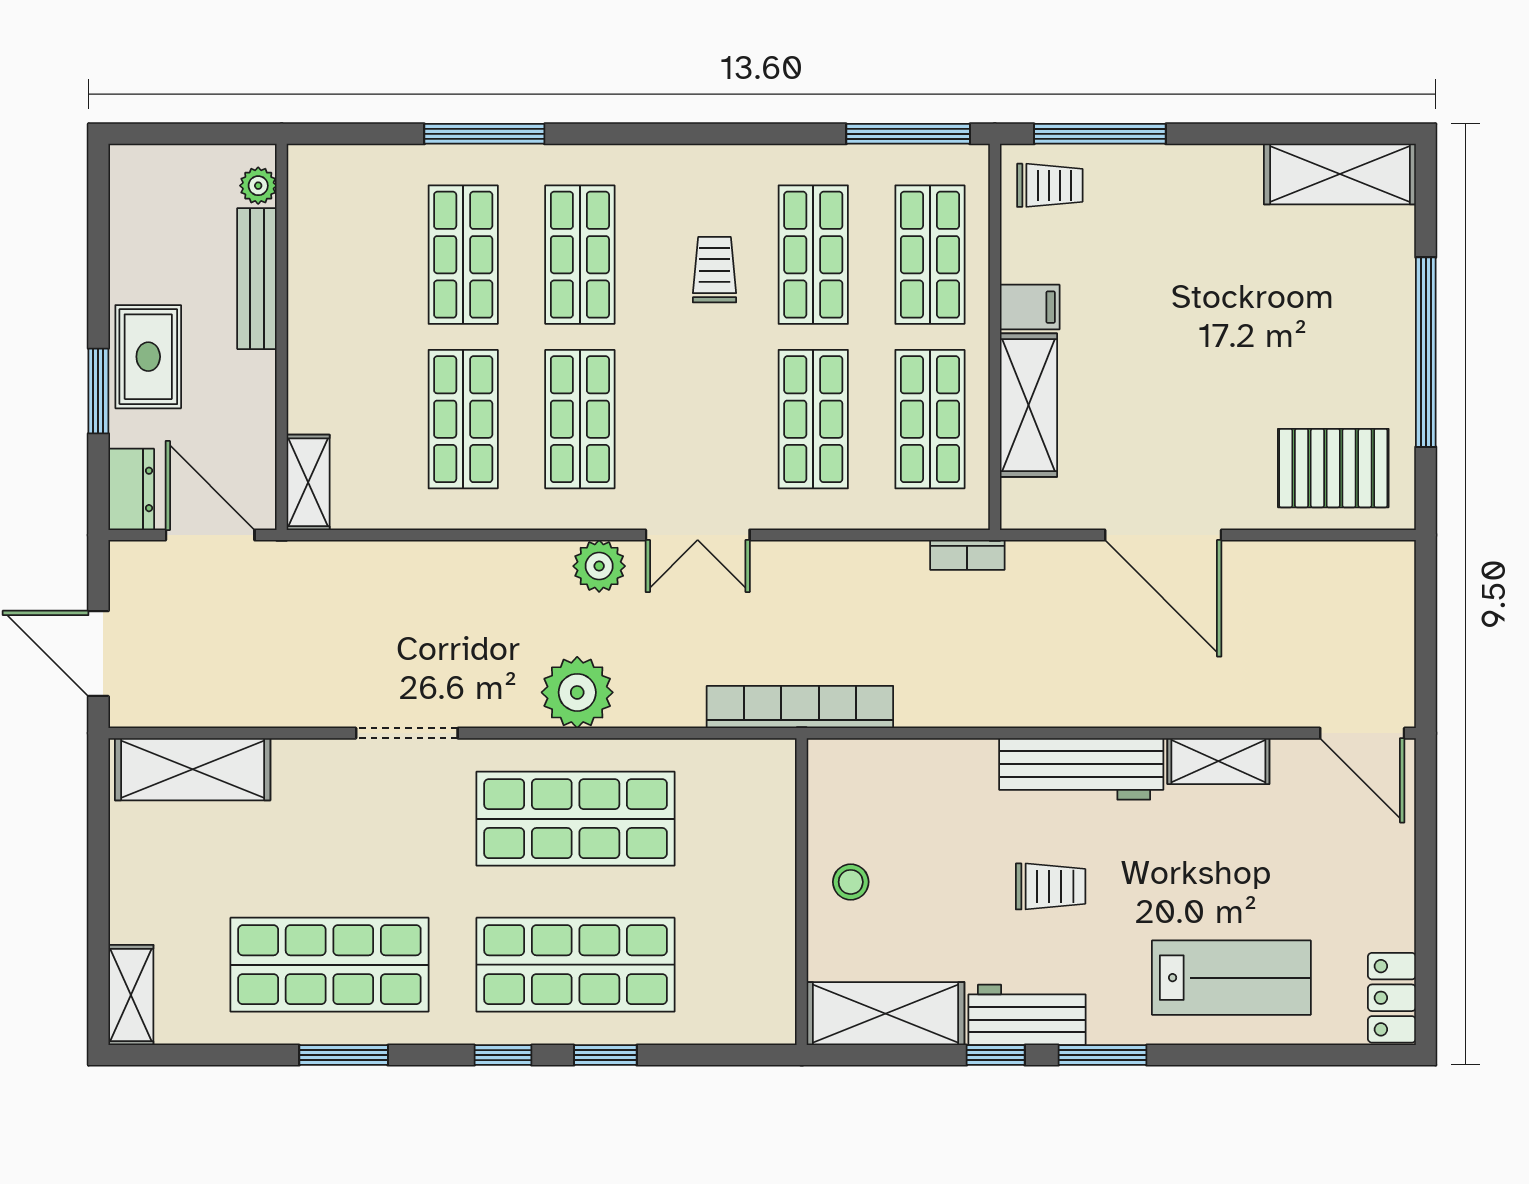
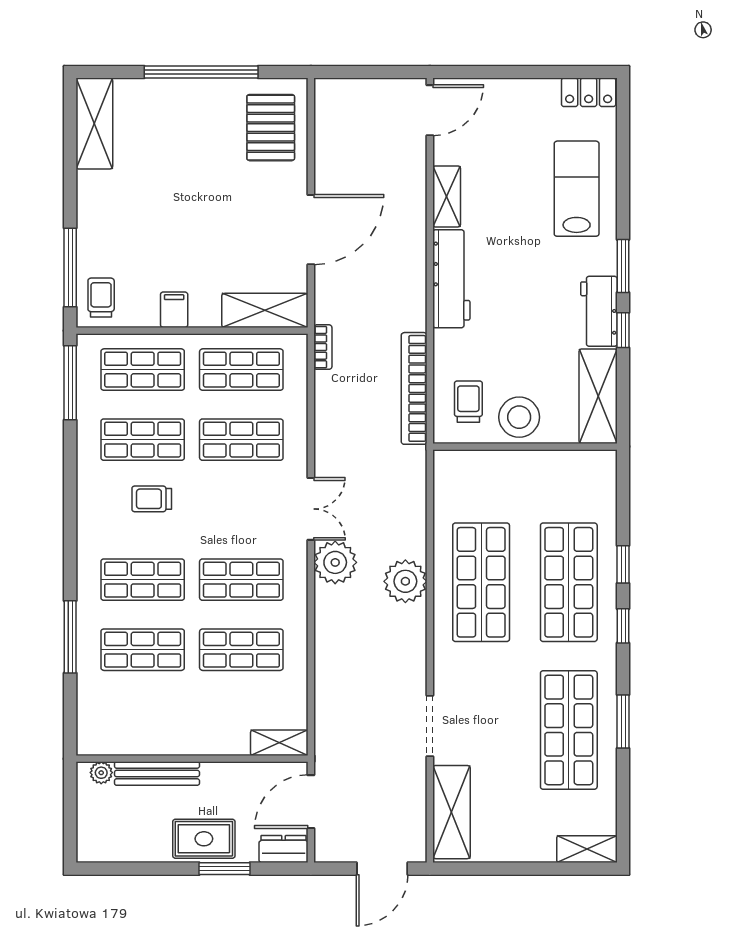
shelving: (1028, 405) -> (265, 310), moved
plant: (599, 566) -> (335, 562), width x1.36, depth x1.36
bookcase: (800, 707) -> (414, 388), moved
doorway: (407, 733) -> (430, 726), moved
stool: (851, 882) -> (519, 417), width x1.89, depth x1.89
trolley: (1051, 886) -> (468, 402), moved

